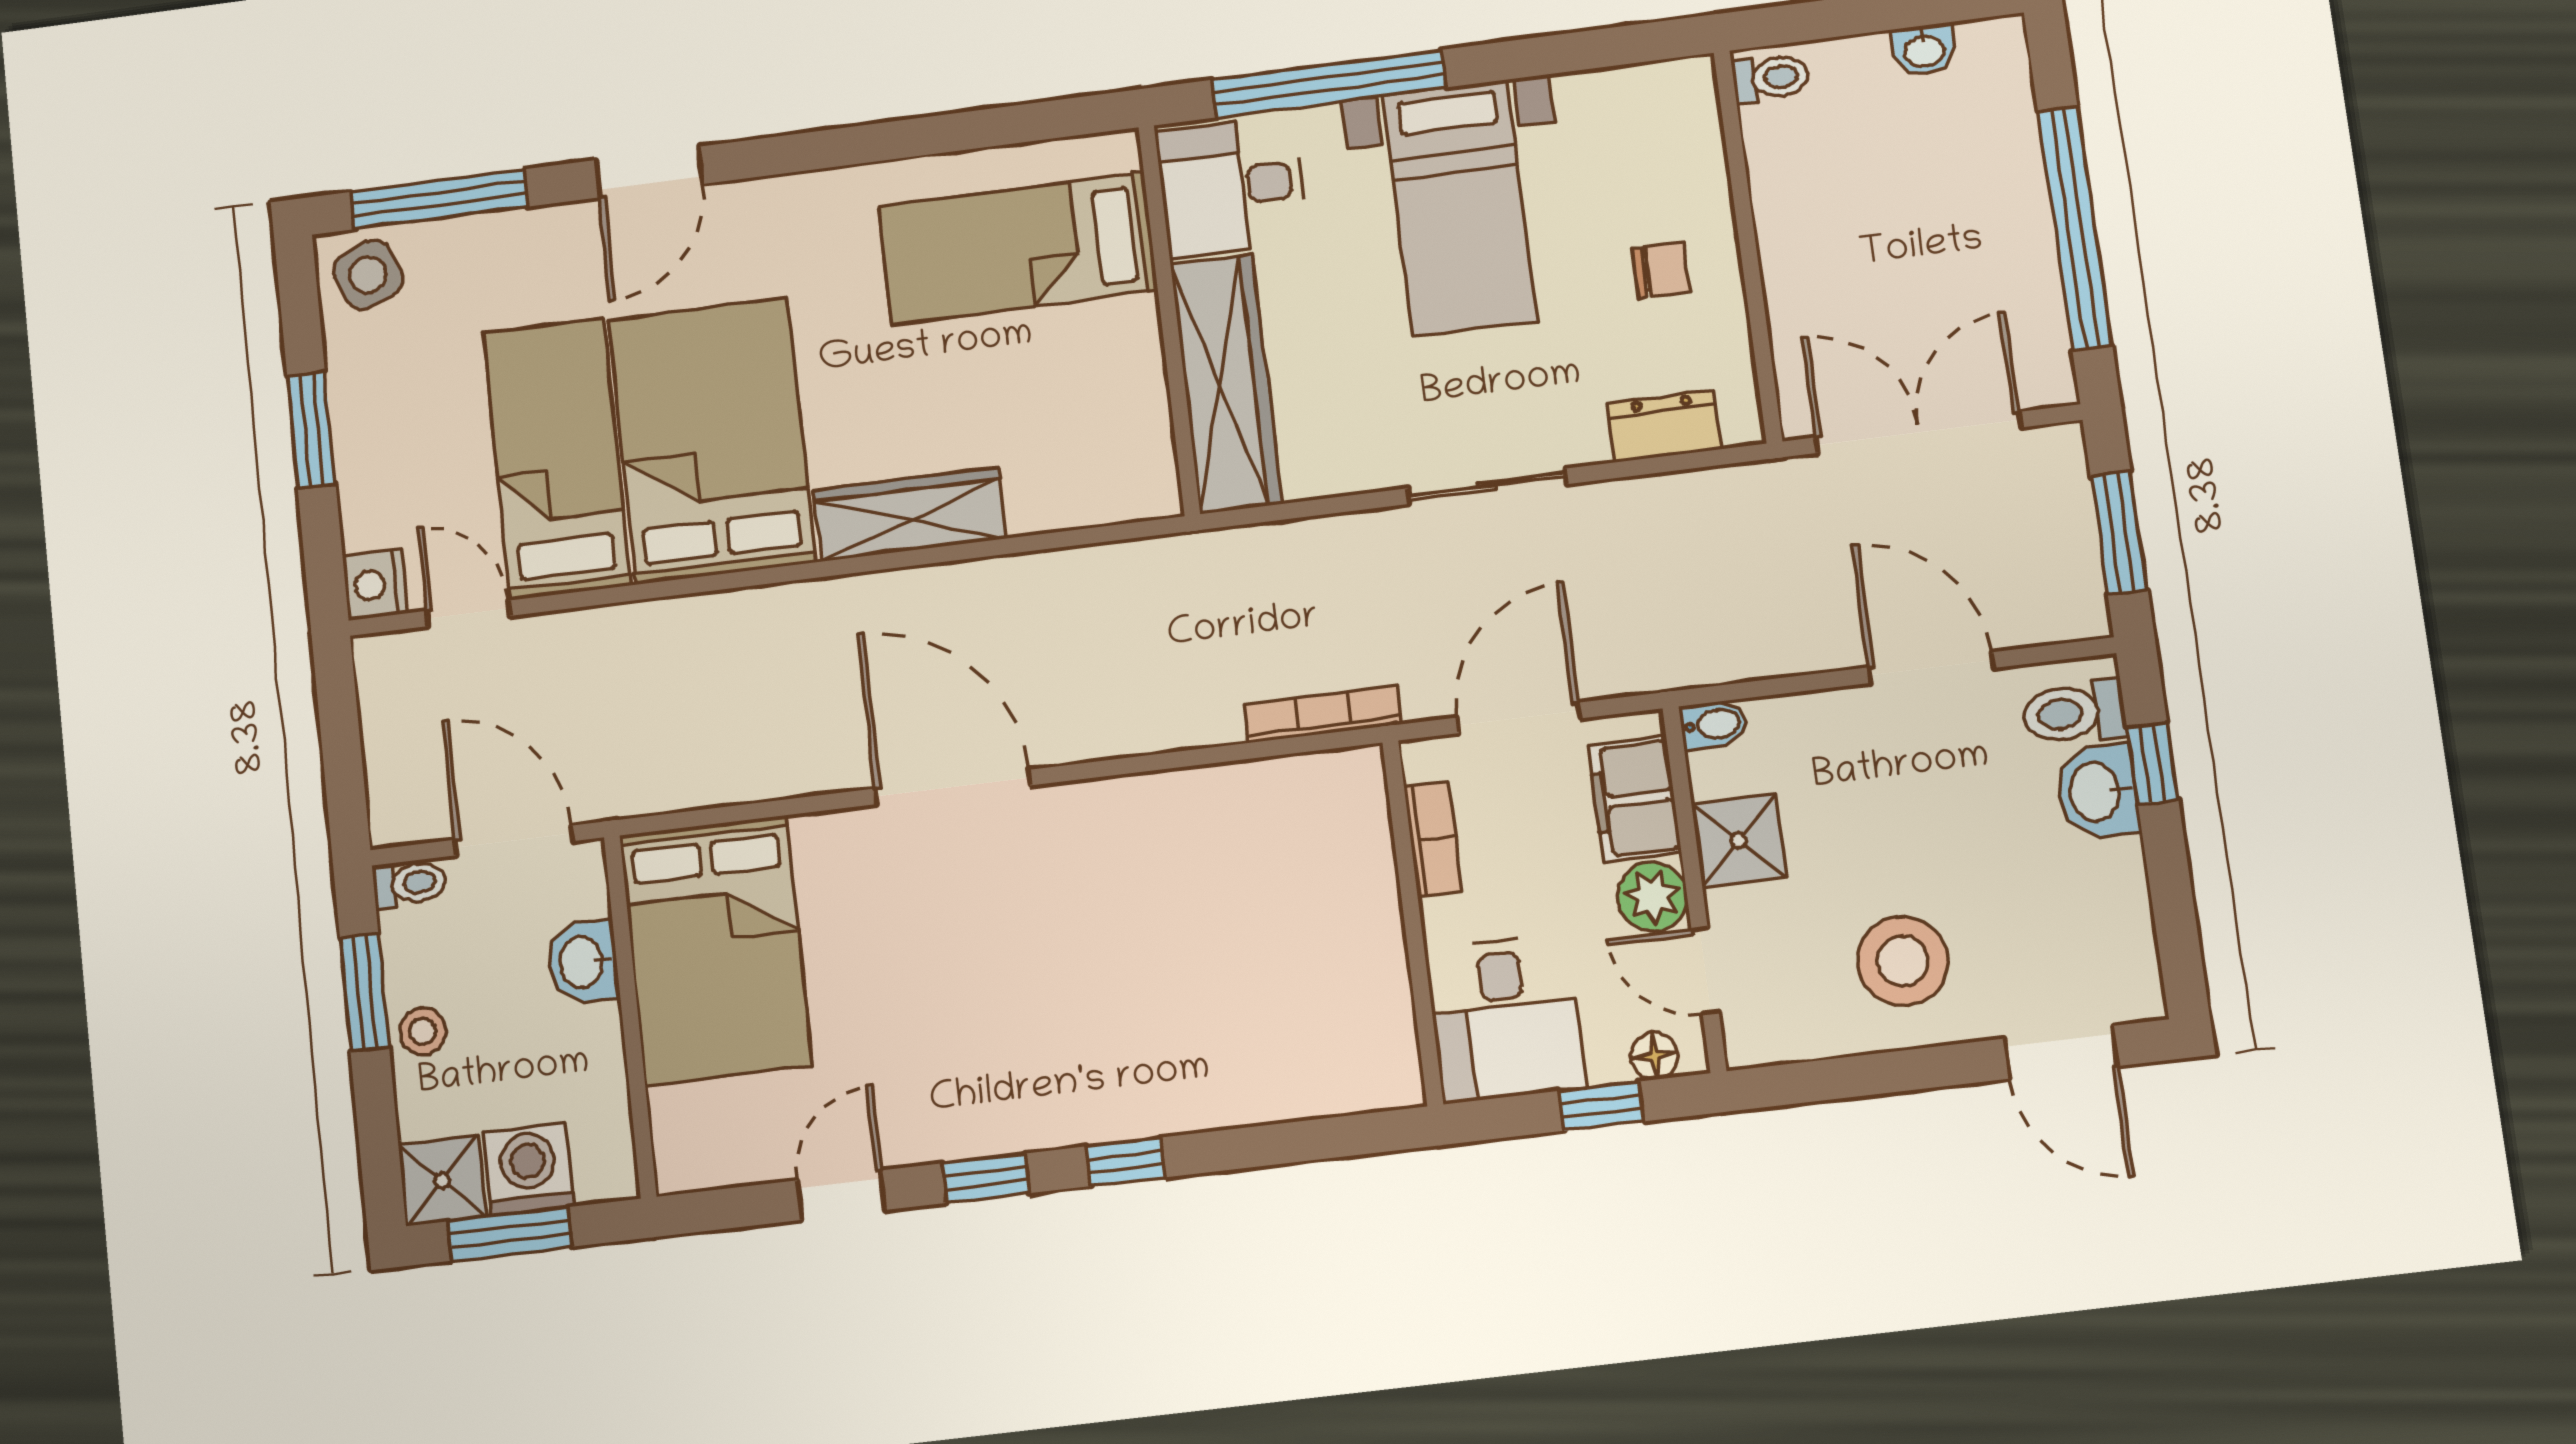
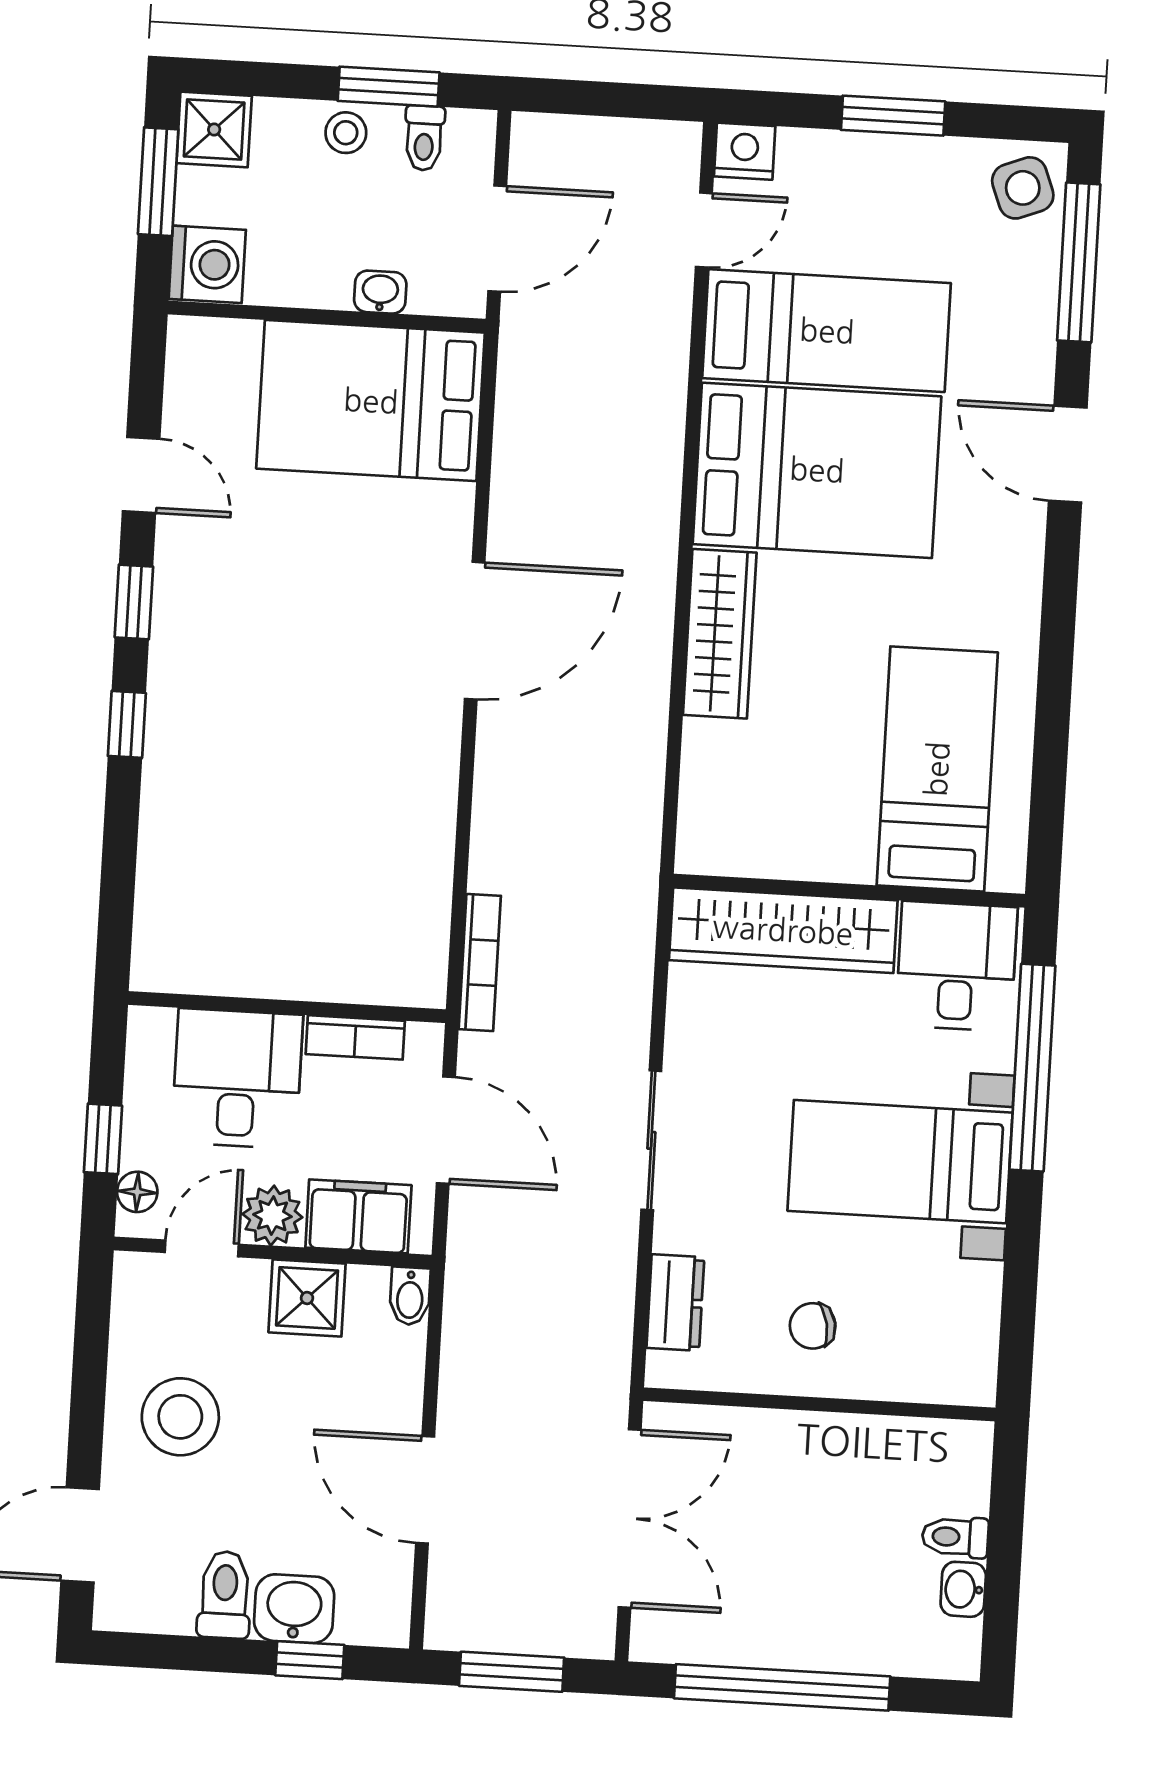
toilet: (1771, 78) -> (955, 1537), moved, turned 90
chair: (1661, 270) -> (813, 1326), turned 79
door: (1931, 668) -> (425, 1490), swing flipped
toilet: (2074, 713) -> (225, 1595), moved
toilet: (409, 883) -> (424, 138), moved
washbasin: (583, 962) -> (380, 292), width x0.72, depth x0.69
desk: (1505, 1018) -> (237, 1079), moved, turned 90
washing machine: (528, 1169) -> (207, 264), moved

